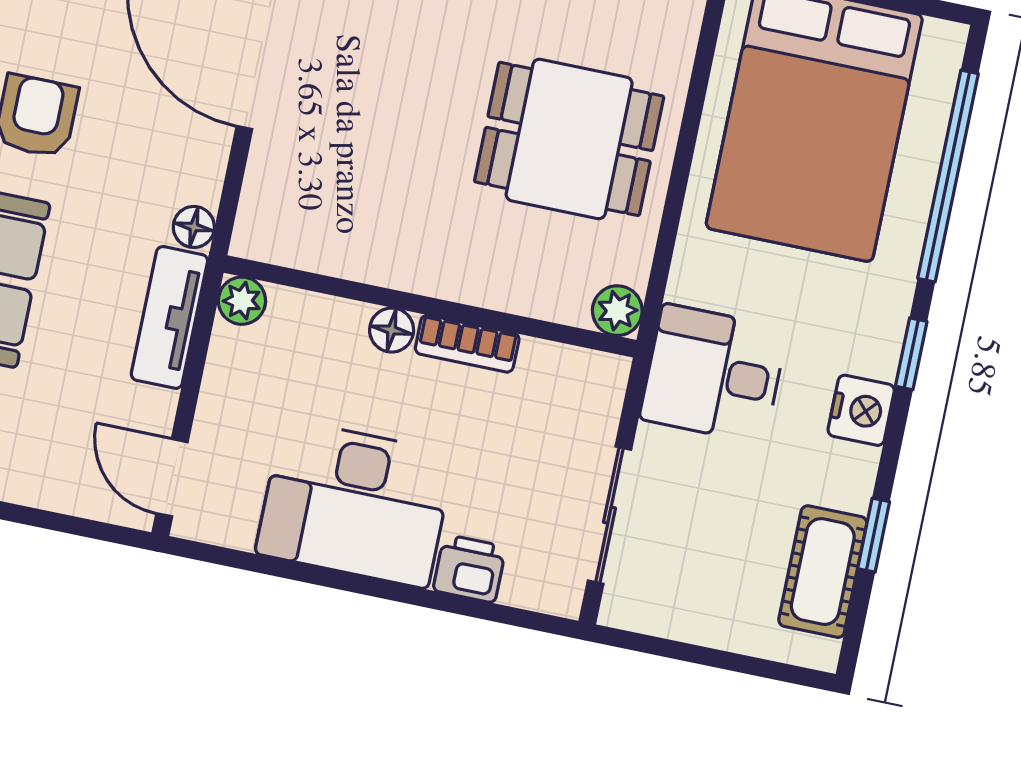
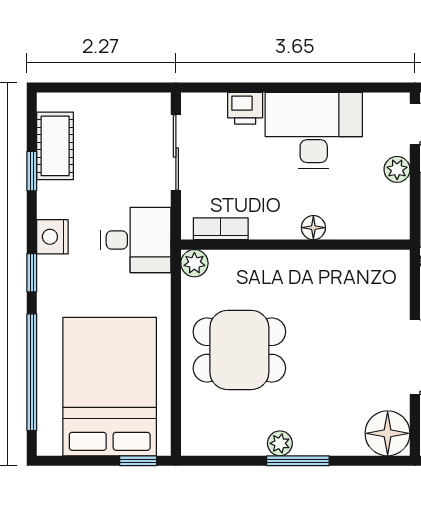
plant: (242, 301) -> (397, 169), moved
bookcase: (467, 344) -> (221, 229), moved

